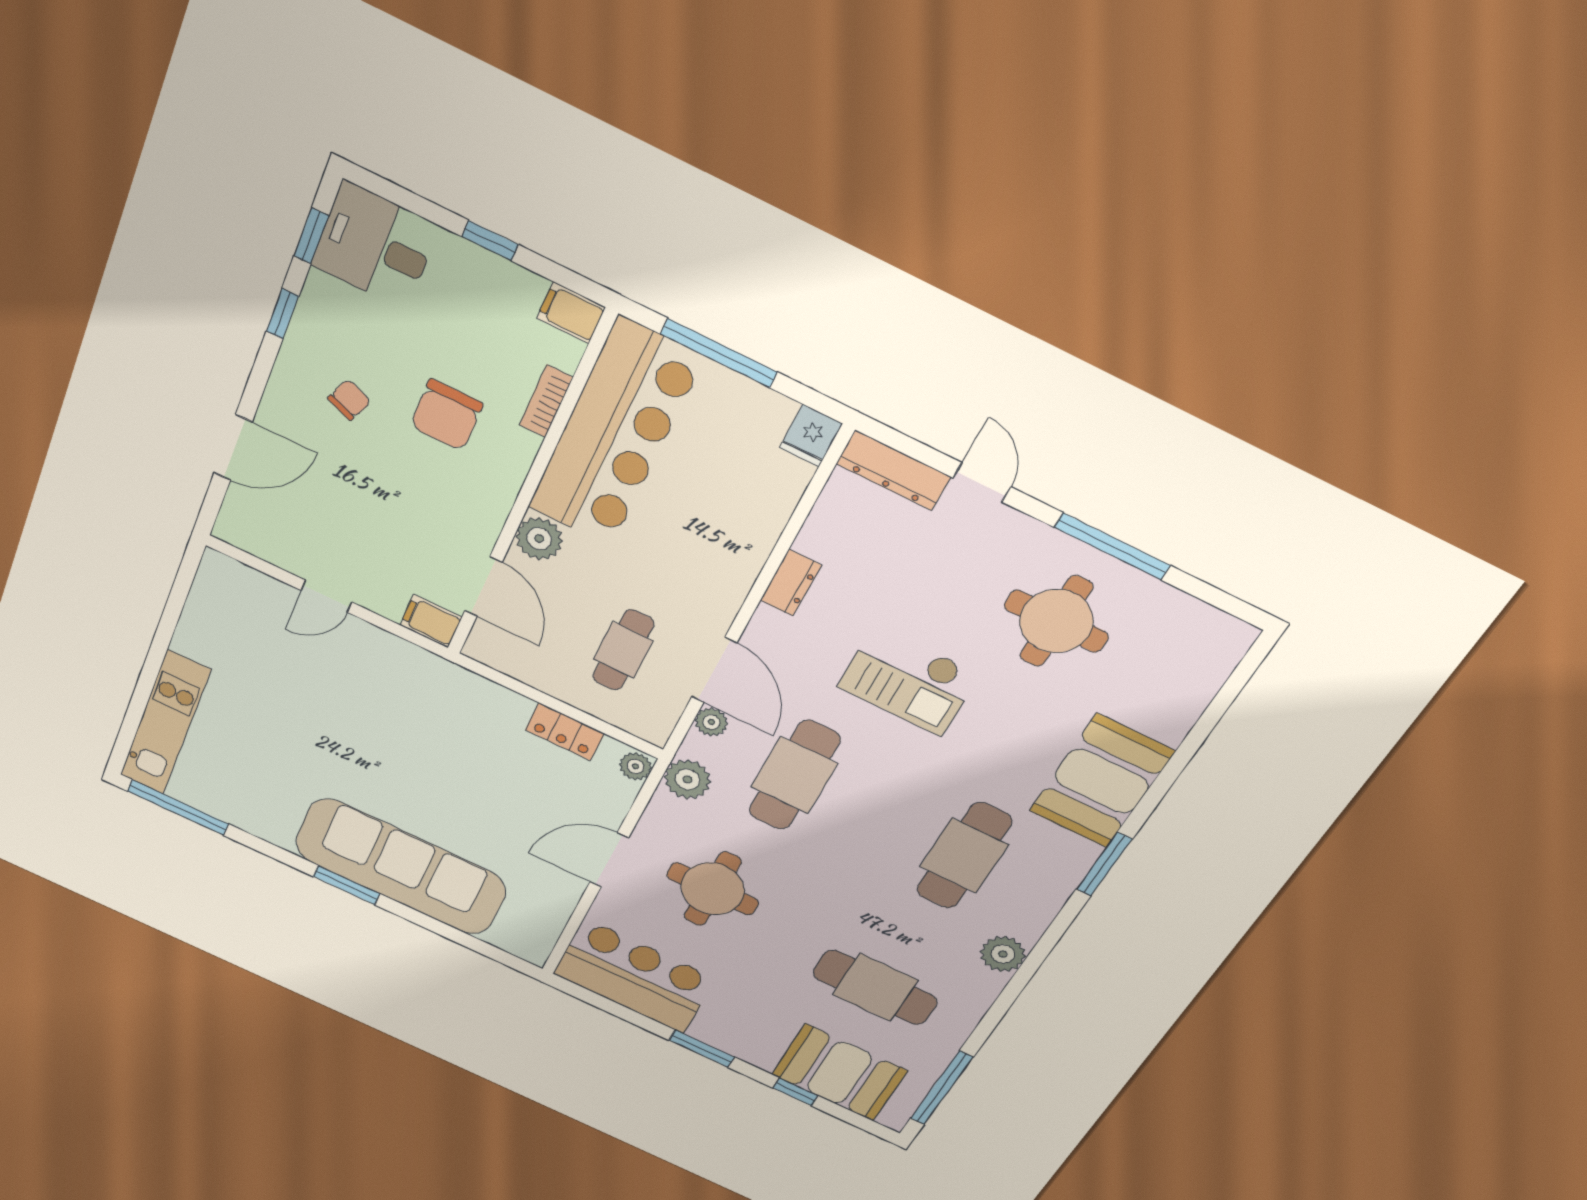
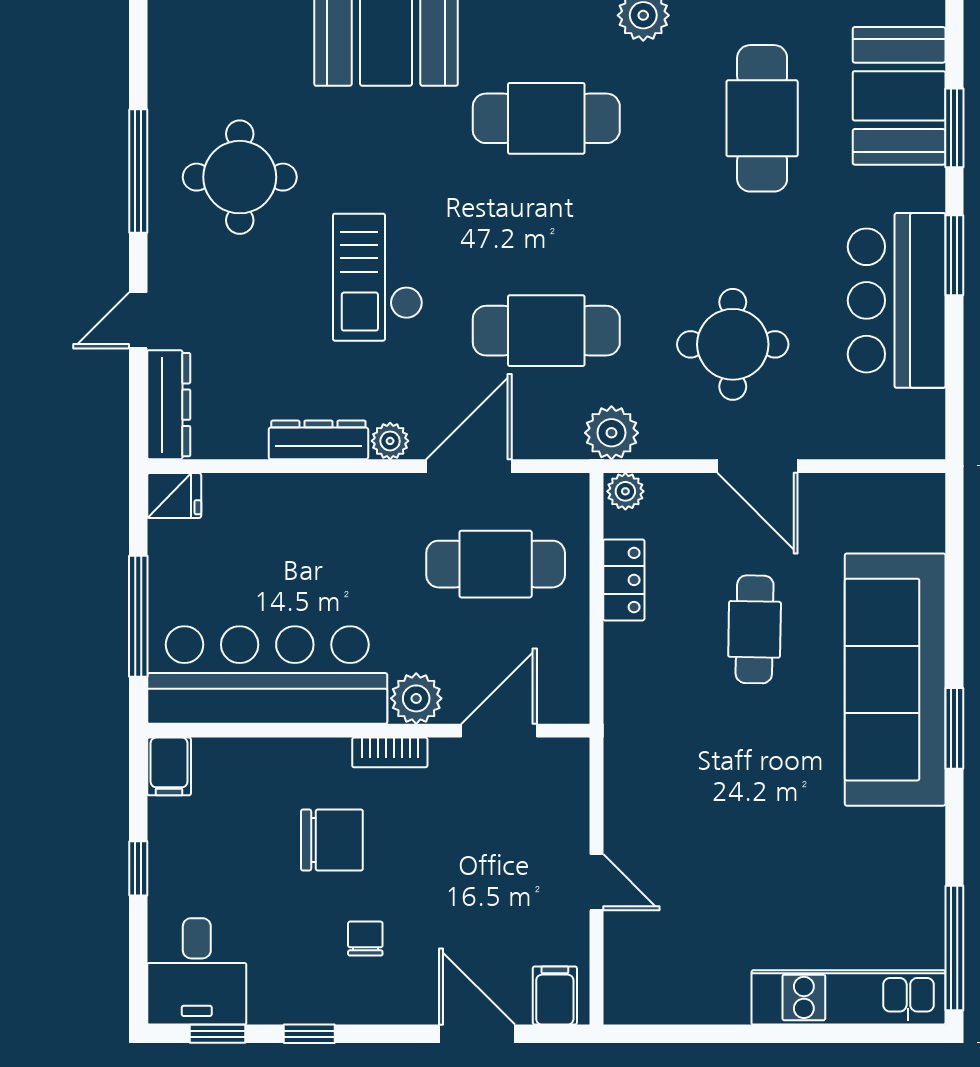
chair: (349, 400) -> (365, 939), turned 68
bookcase: (546, 401) -> (390, 752), moved
dresser: (791, 583) -> (318, 440), width x1.44
filing cabinet: (431, 621) -> (555, 996), moved, turned 180
cafe table: (623, 650) -> (496, 564), width x1.37, depth x1.35
checkout: (908, 681) -> (378, 277), turned 180
plant: (711, 722) -> (390, 441), moved
cafe table: (482, 798) -> (755, 629), added
bar counter: (634, 976) -> (897, 300), moved
window: (795, 1092) -> (954, 128), width x1.50

